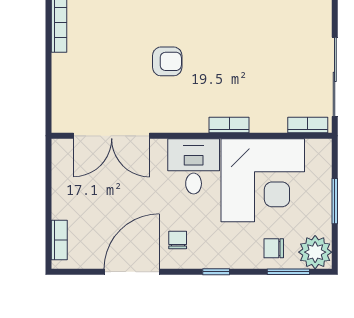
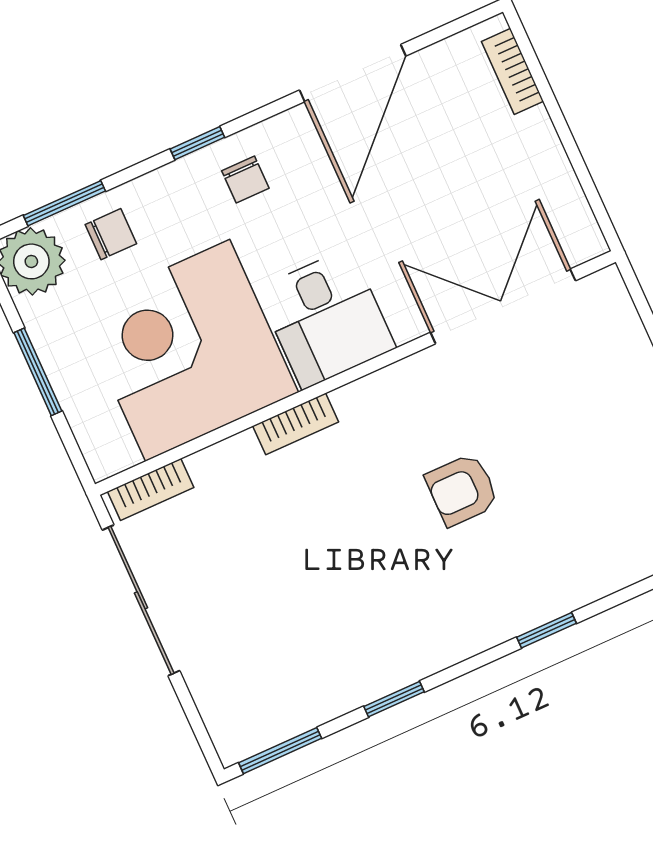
chair: (178, 240) -> (245, 179), moved

